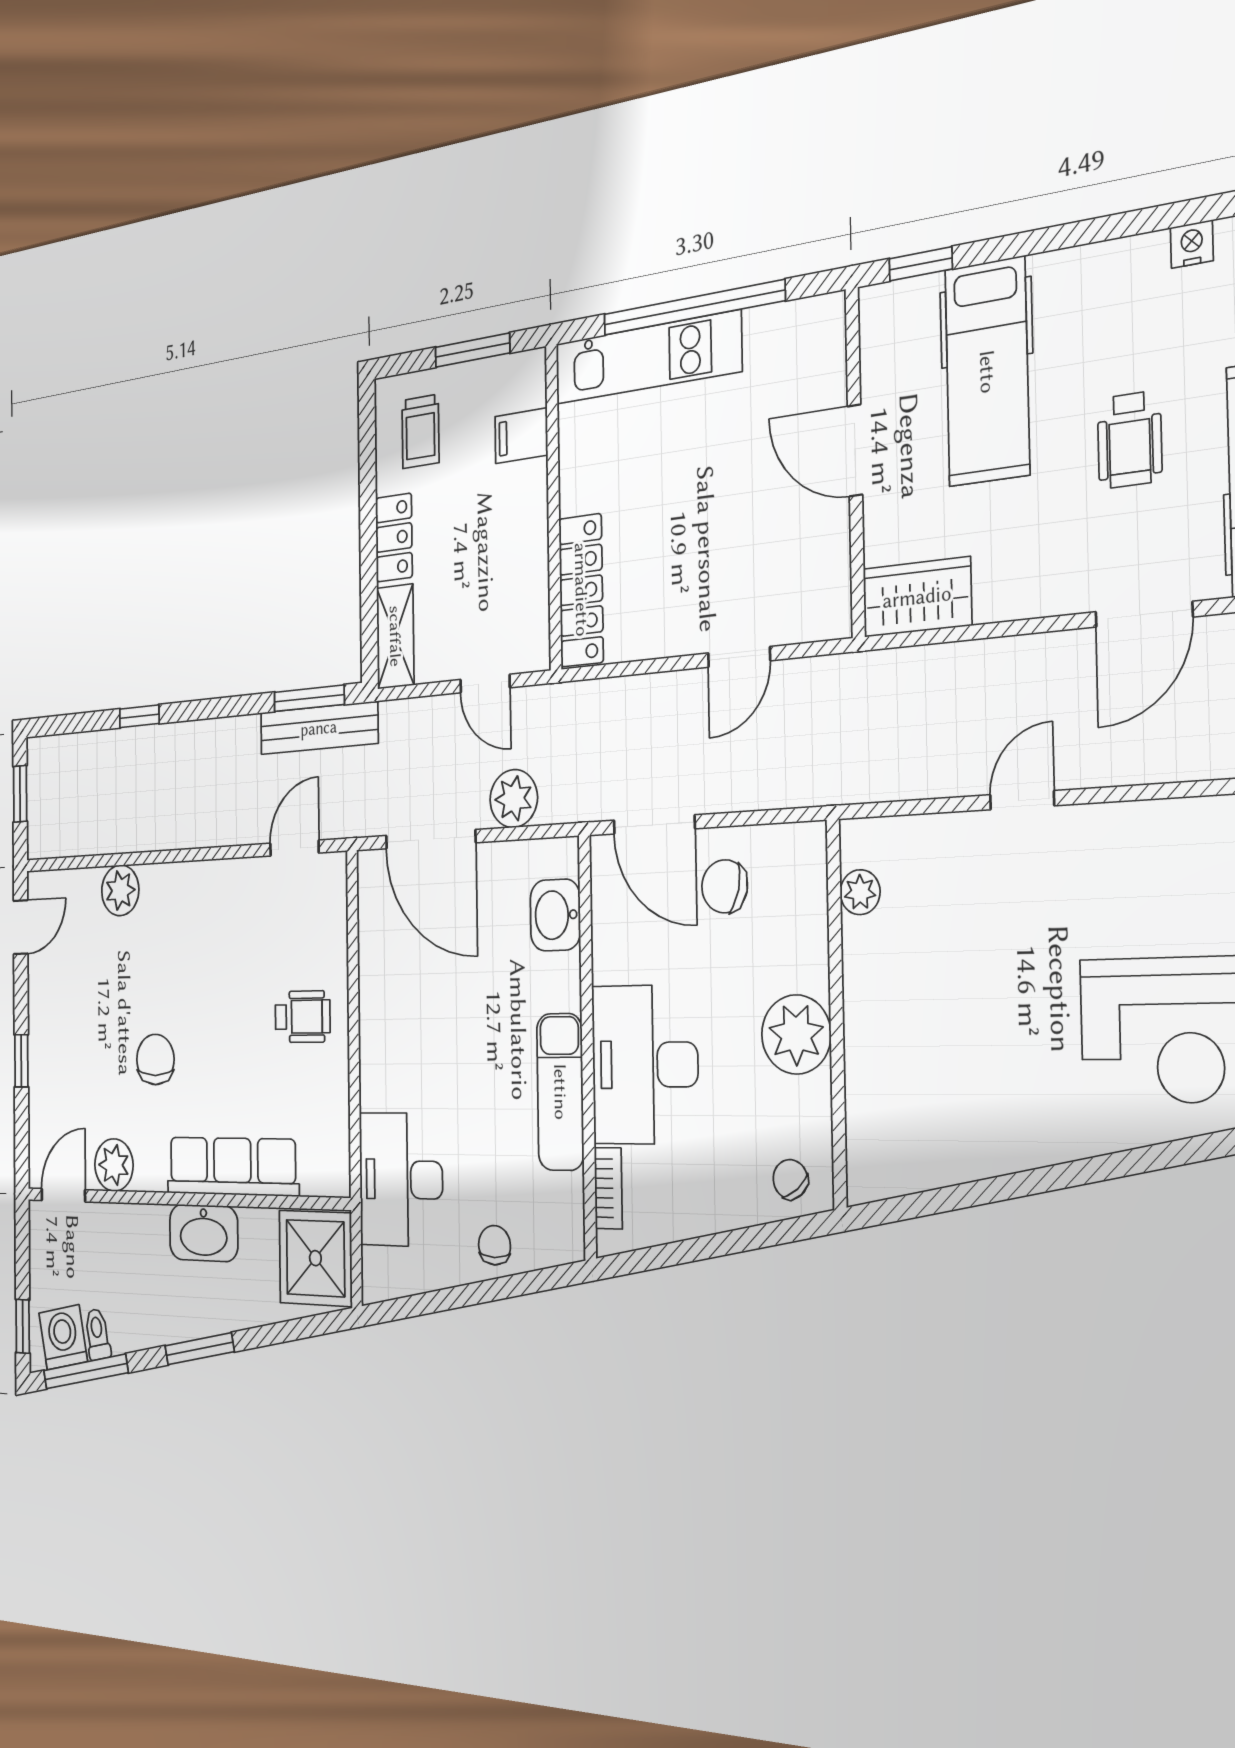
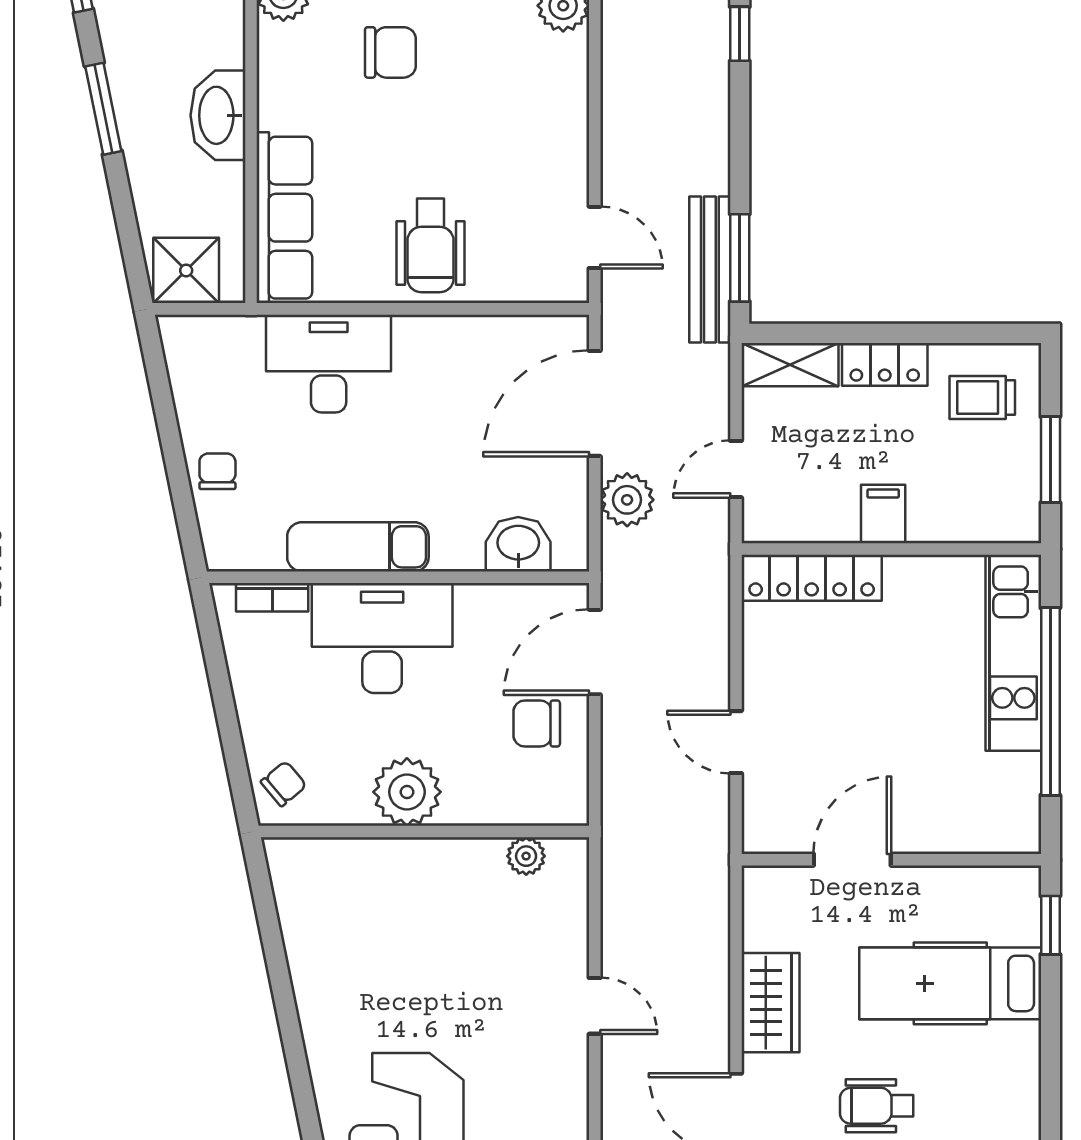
filing cabinet: (521, 436) -> (883, 514), moved
door: (855, 450) -> (852, 860), moved
wardrobe: (917, 597) -> (770, 1003), moved
chair: (725, 886) -> (537, 723), turned -103
wheelchair: (302, 1017) -> (430, 245), width x1.36, depth x1.37
row of seats: (232, 1166) -> (284, 218), moved
desk: (401, 1179) -> (329, 364), moved
chair: (495, 1245) -> (217, 471), turned -90
shower: (315, 1258) -> (186, 270), width x0.73, depth x0.73

